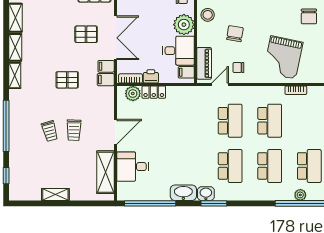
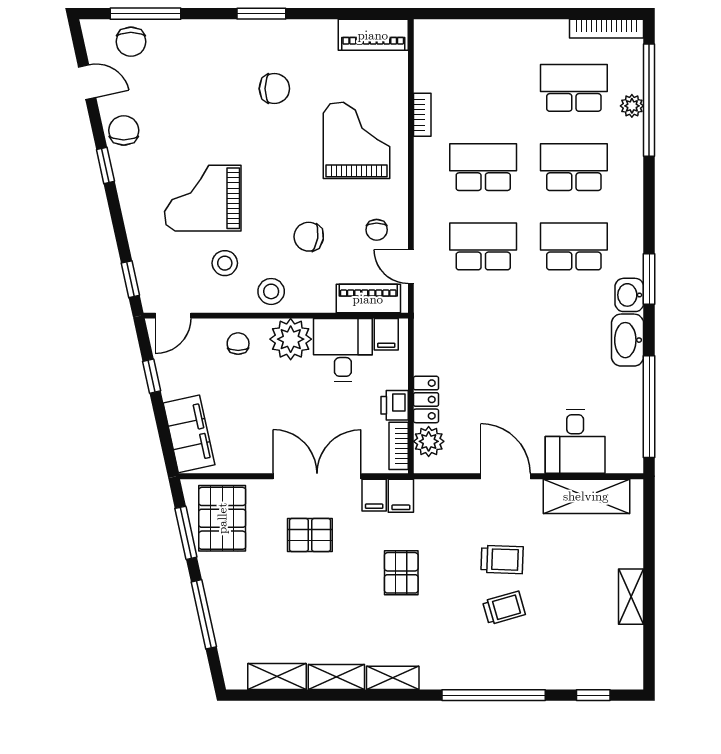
pallet: (86, 34) -> (310, 535), turned 90
grand piano: (283, 57) -> (356, 140), turned -102

